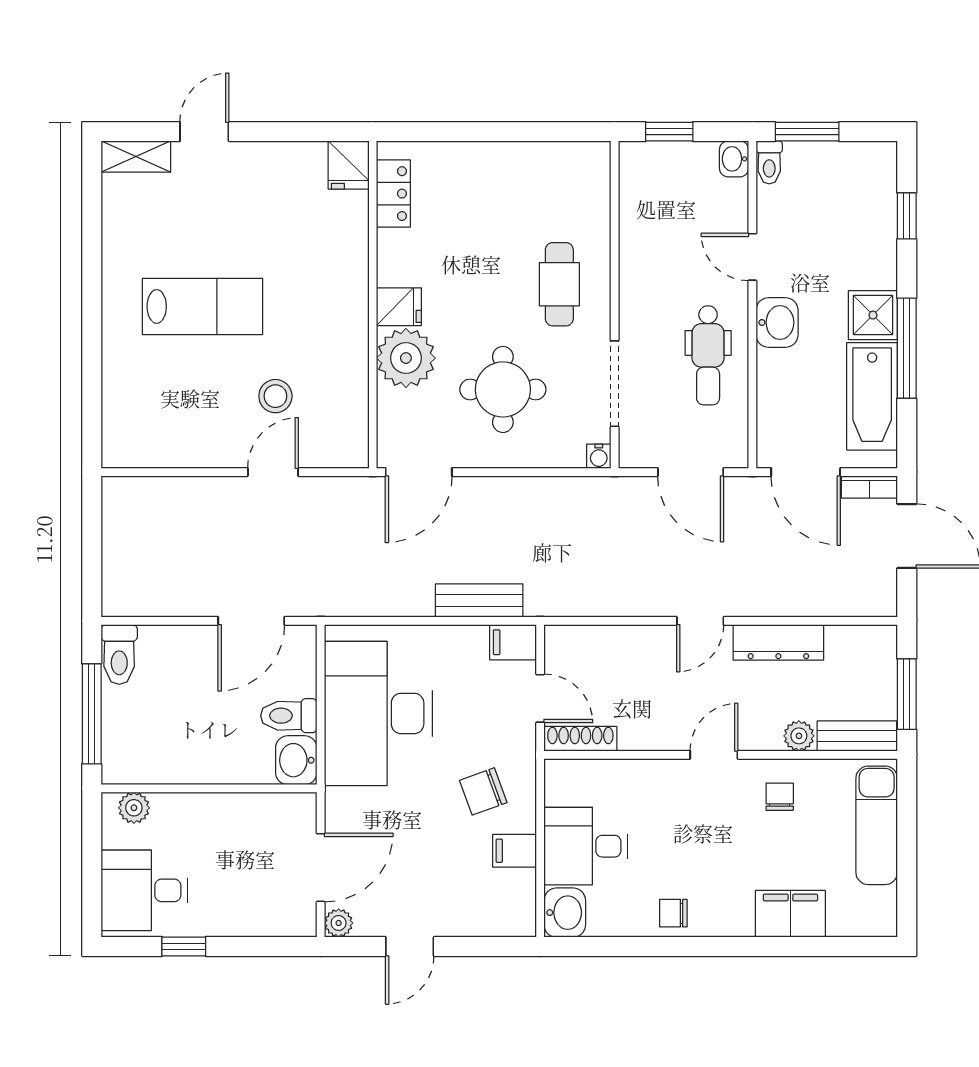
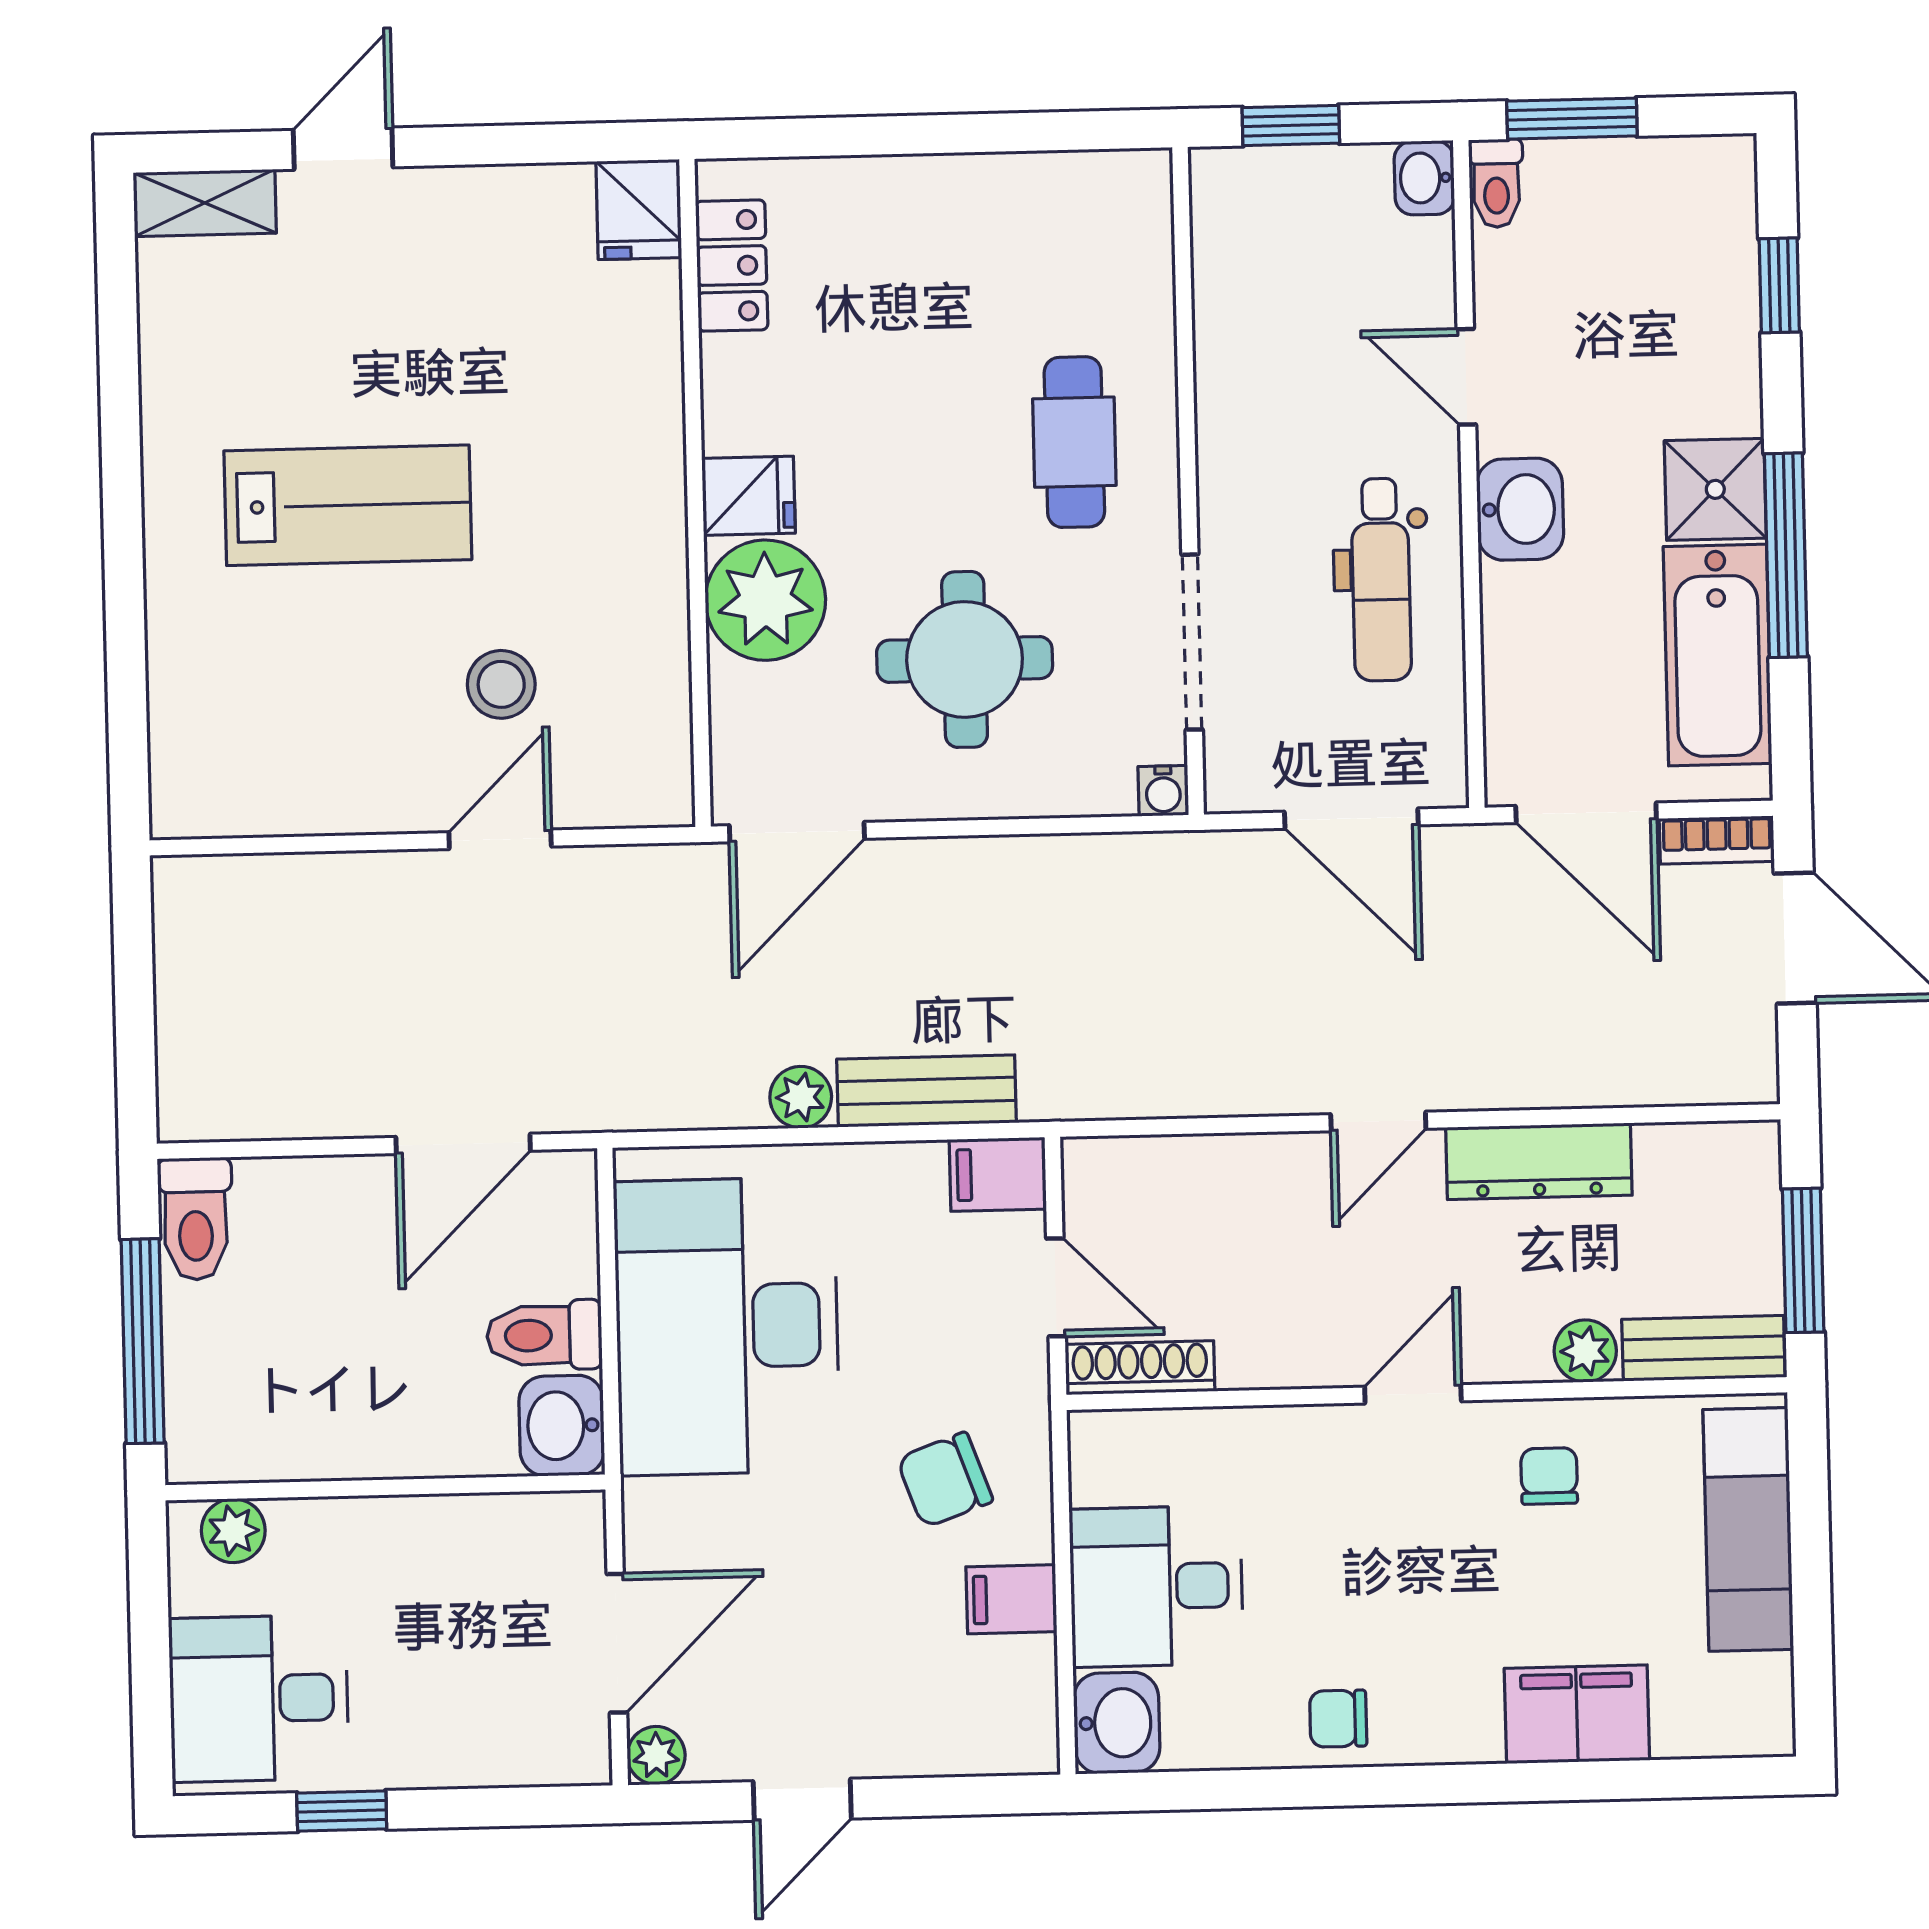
plant: (417, 602) -> (801, 1097), added

